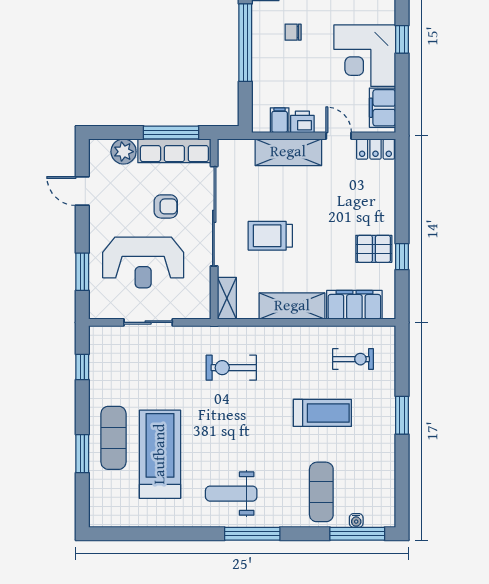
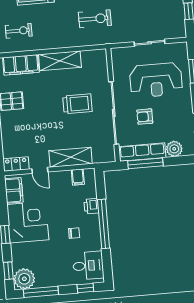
printer: (302, 122) -> (91, 206), moved, turned 90
reception desk: (143, 263) -> (156, 80), turned 180
shelving: (227, 298) -> (101, 62), removed
exercise bike: (353, 359) -> (19, 31), turned 180

